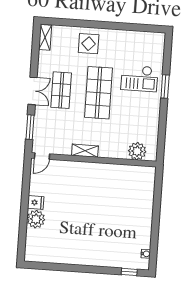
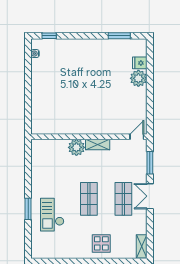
checkout: (139, 78) -> (52, 215), turned -90
shop shelf: (98, 93) -> (89, 199), width x0.70, depth x0.74
plant: (137, 151) -> (76, 147), moved
fridge: (36, 202) -> (140, 63), moved
window: (53, 267) -> (119, 36), added

